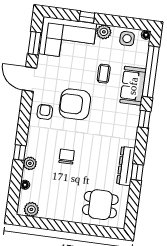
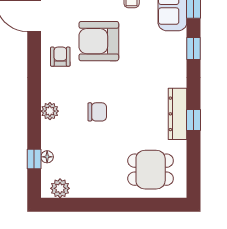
window: (20, 153) -> (34, 159), moved
chair: (67, 157) -> (97, 112), turned 90
plant: (30, 163) -> (50, 111), moved

